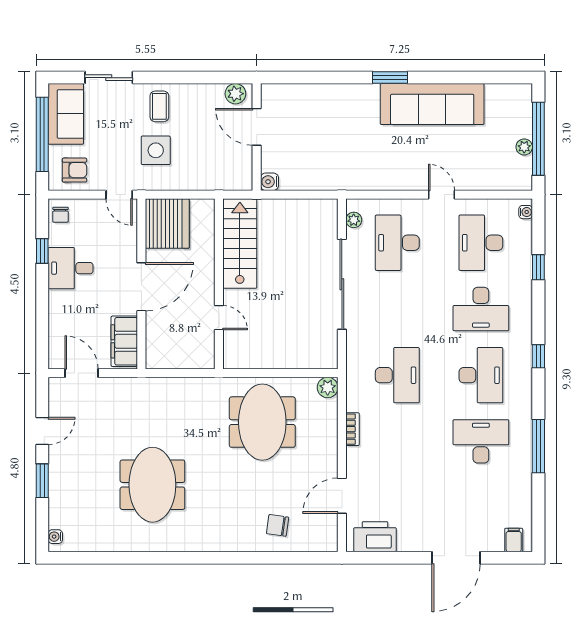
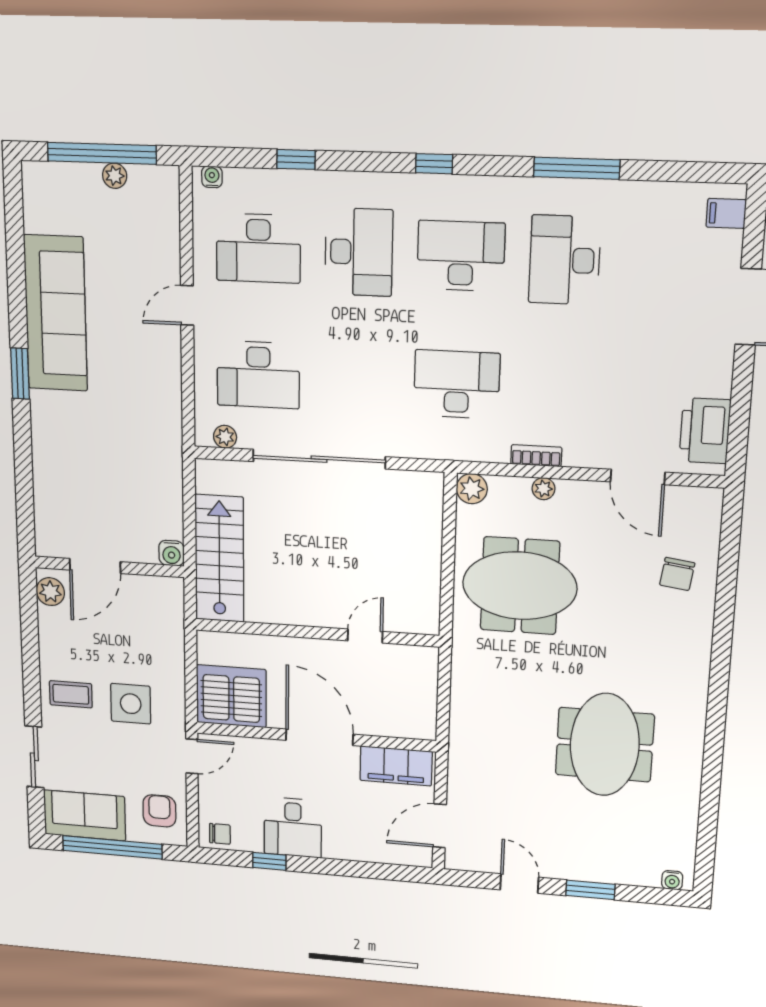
stairs: (240, 243) -> (219, 559), moved, turned 90
plant: (330, 435) -> (543, 489), added
meeting table: (152, 485) -> (605, 745), turned 90

